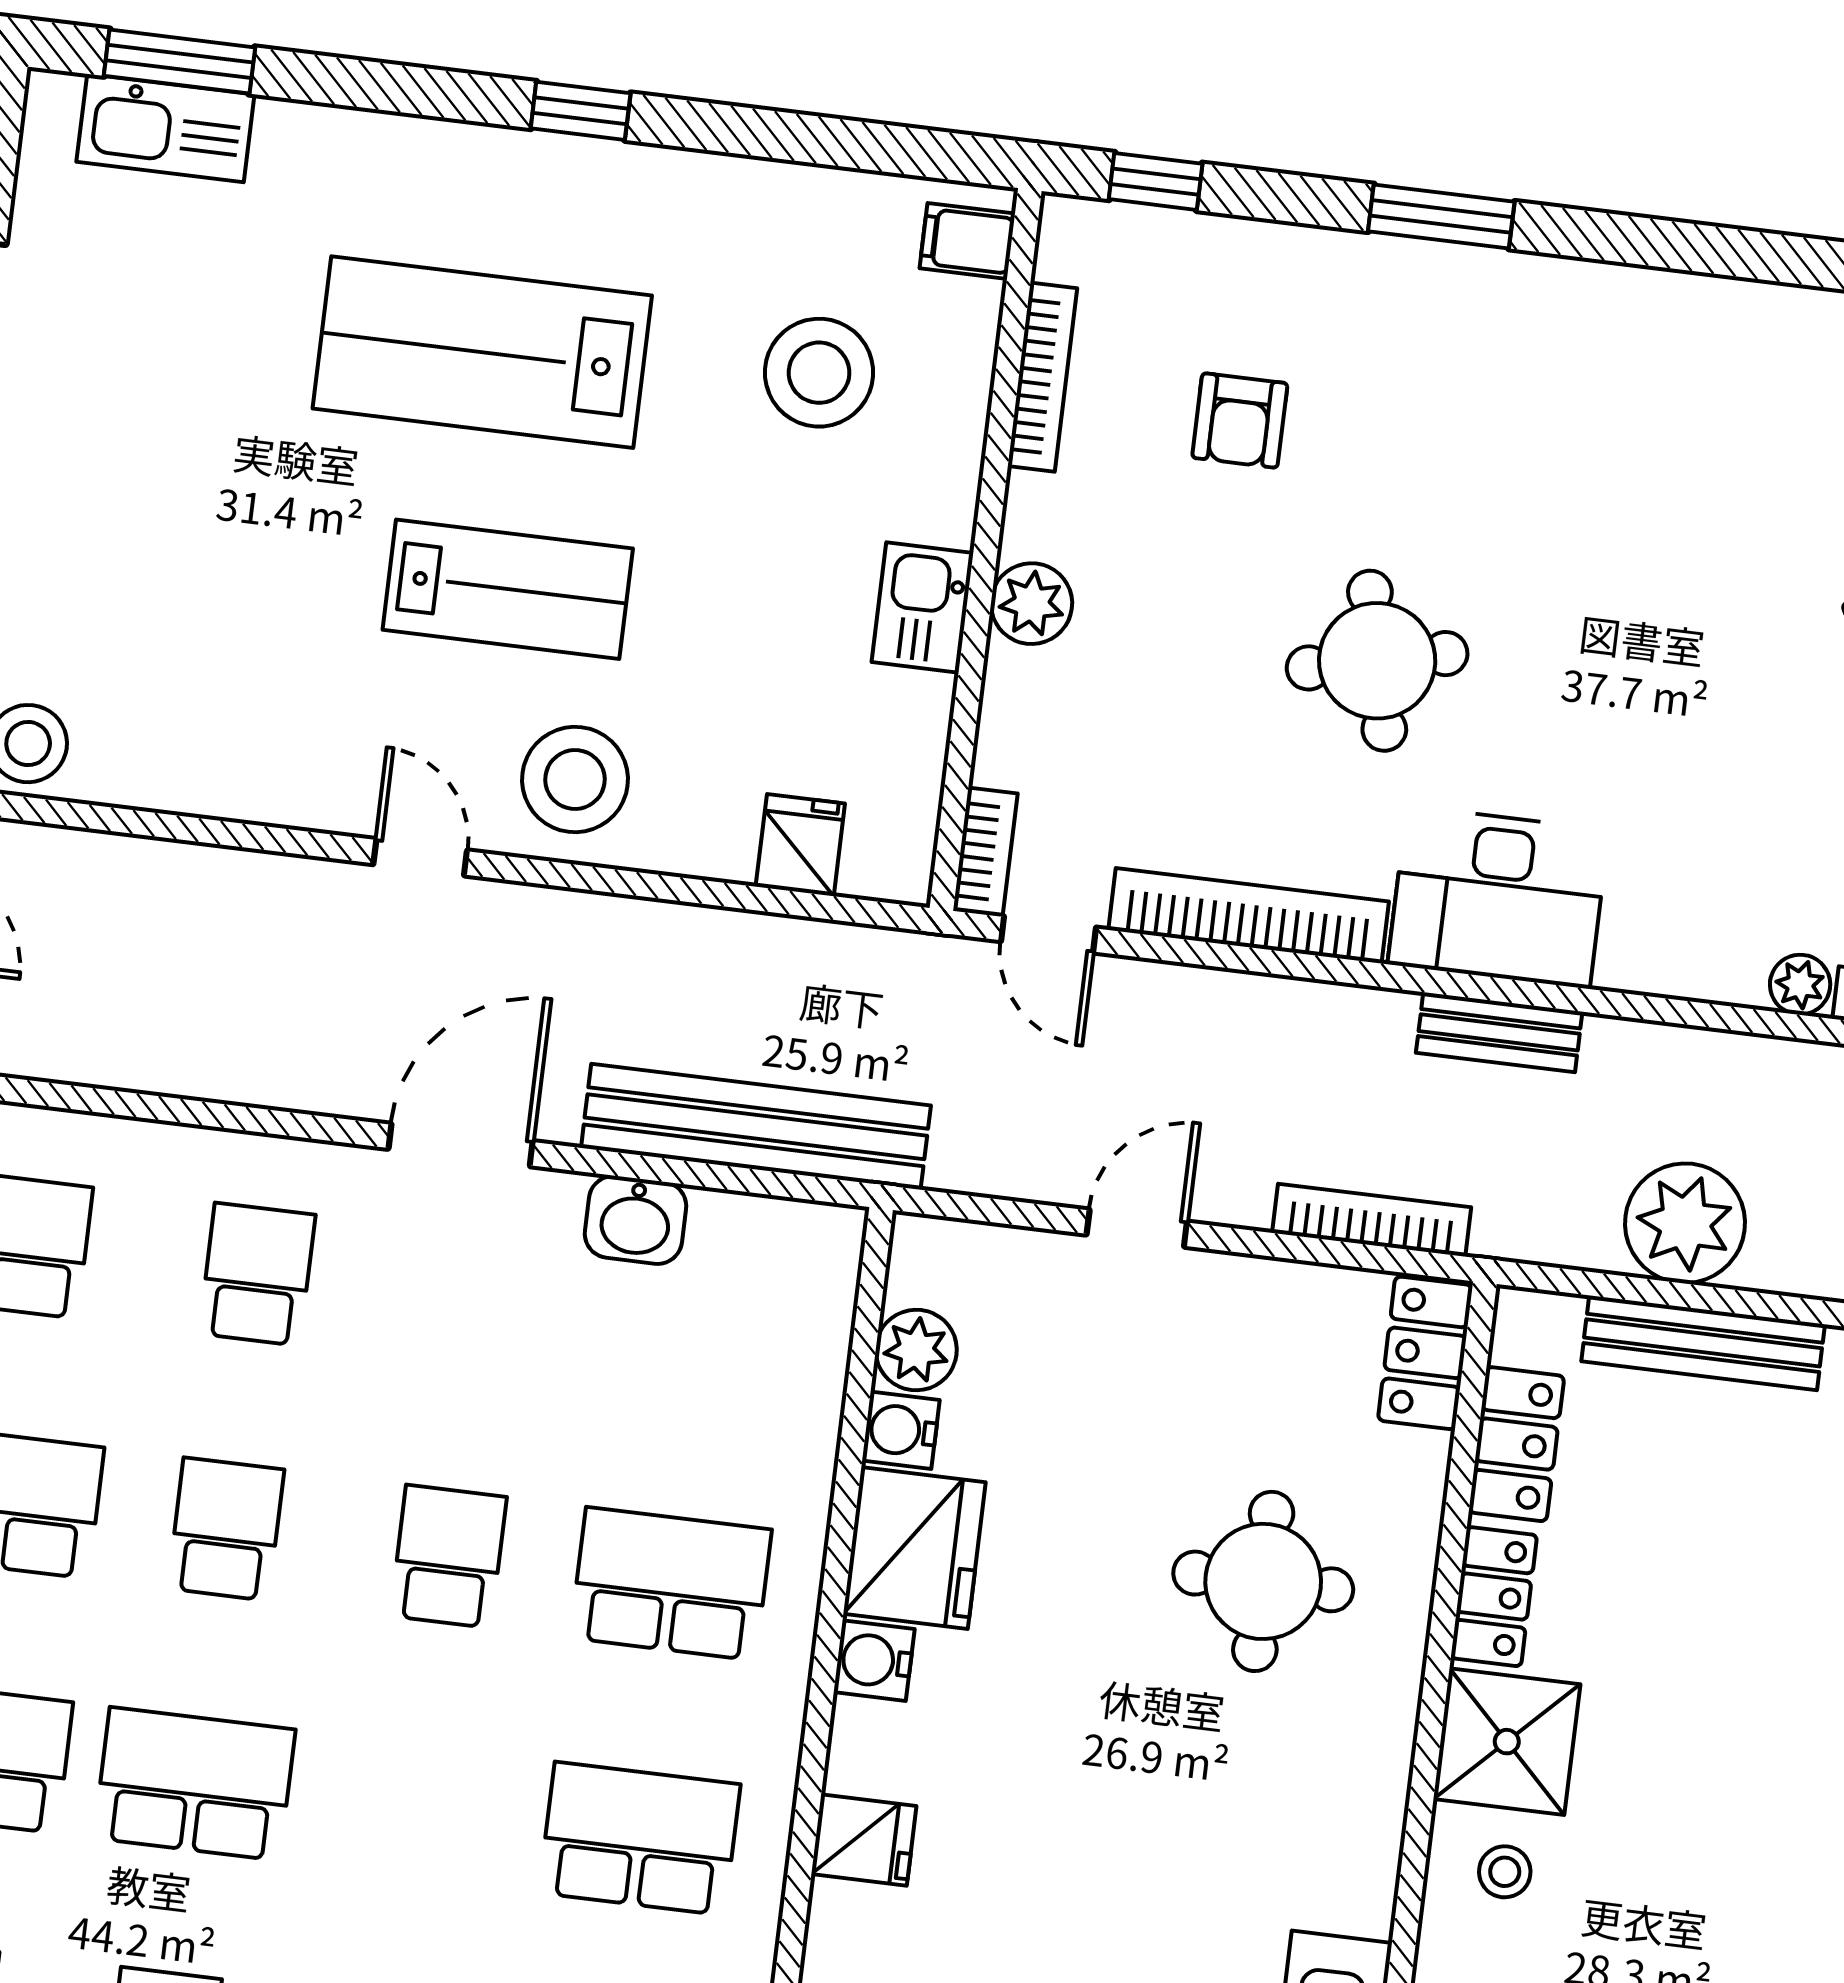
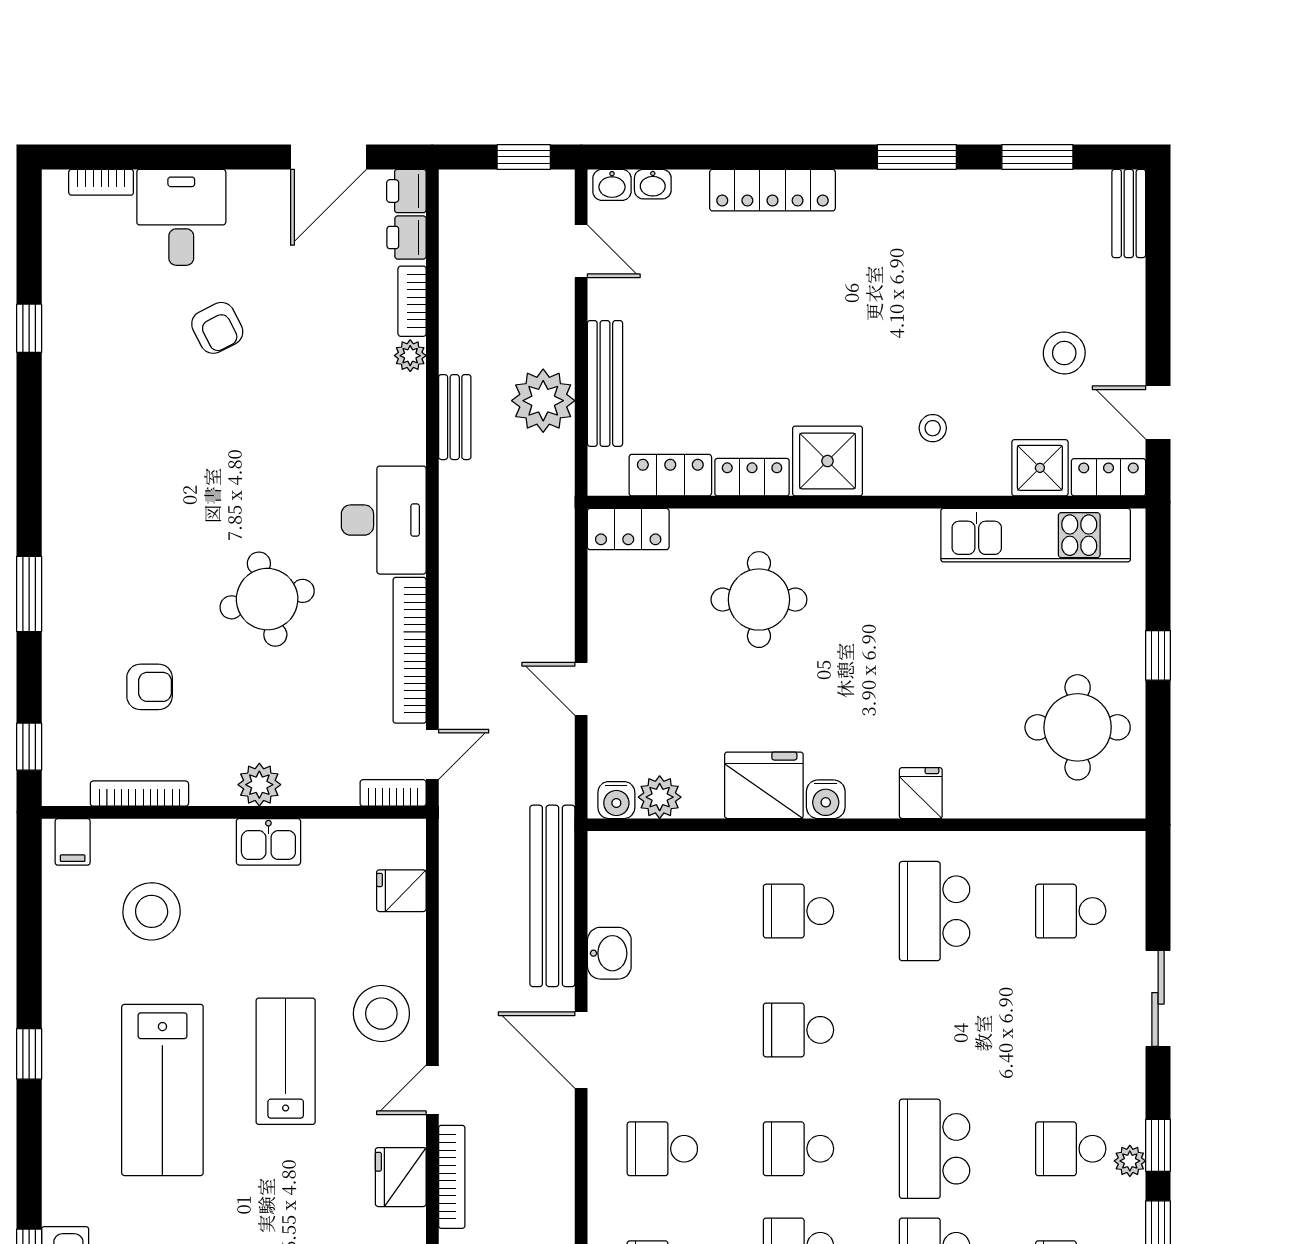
fridge: (264, 778) -> (401, 1177), added
bench: (1499, 1032) -> (455, 417), moved
bookcase: (1372, 1220) -> (452, 1177), moved, turned 180
water cooler: (901, 1430) -> (616, 800), moved
school desk: (671, 1584) -> (798, 911), width x0.54
stool: (1505, 1872) -> (933, 428), moved

